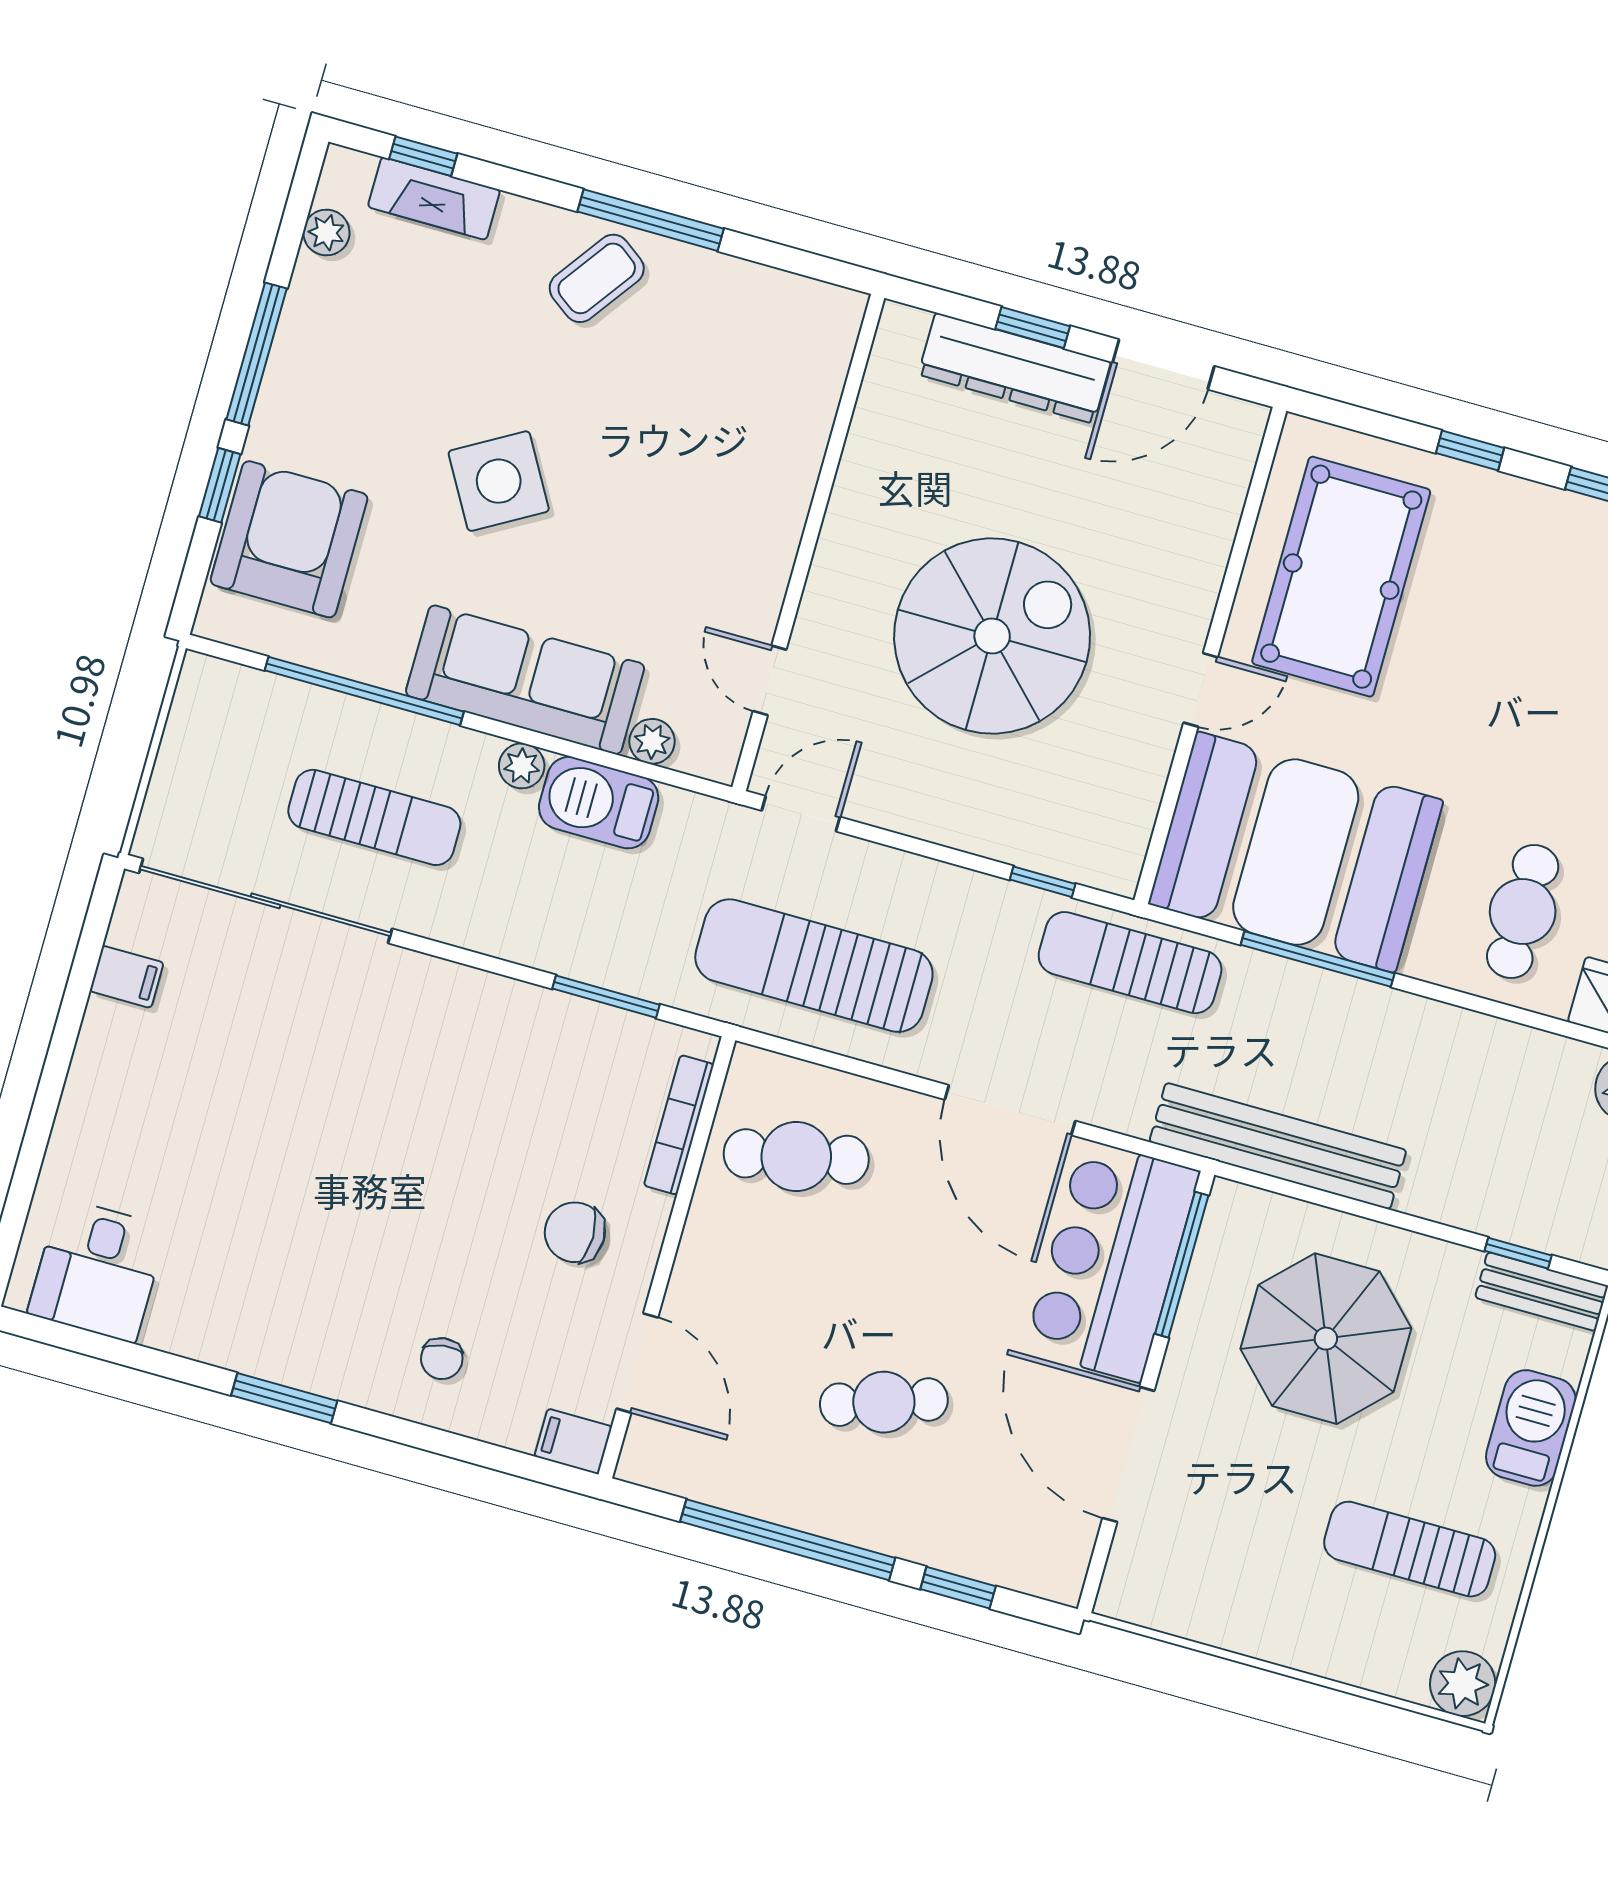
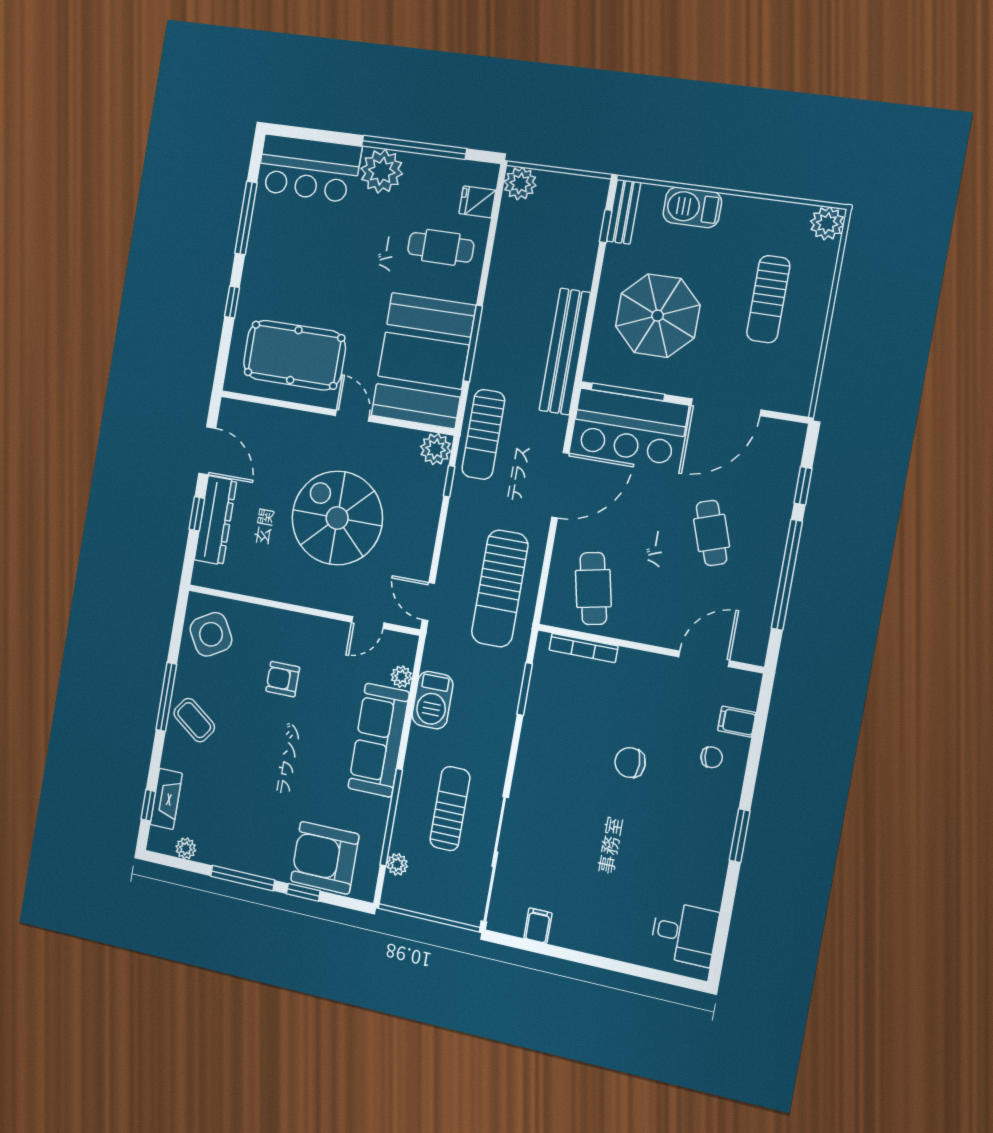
side table: (499, 481) -> (211, 634), moved
armchair: (667, 484) -> (283, 679), added
plant: (522, 766) -> (397, 864), moved
plant: (1112, 860) -> (436, 449), added
chair: (575, 1232) -> (630, 763), moved, turned 90
filing cabinet: (573, 1441) -> (737, 722), moved, turned 90
sun lounger: (1410, 1549) -> (768, 299), moved

